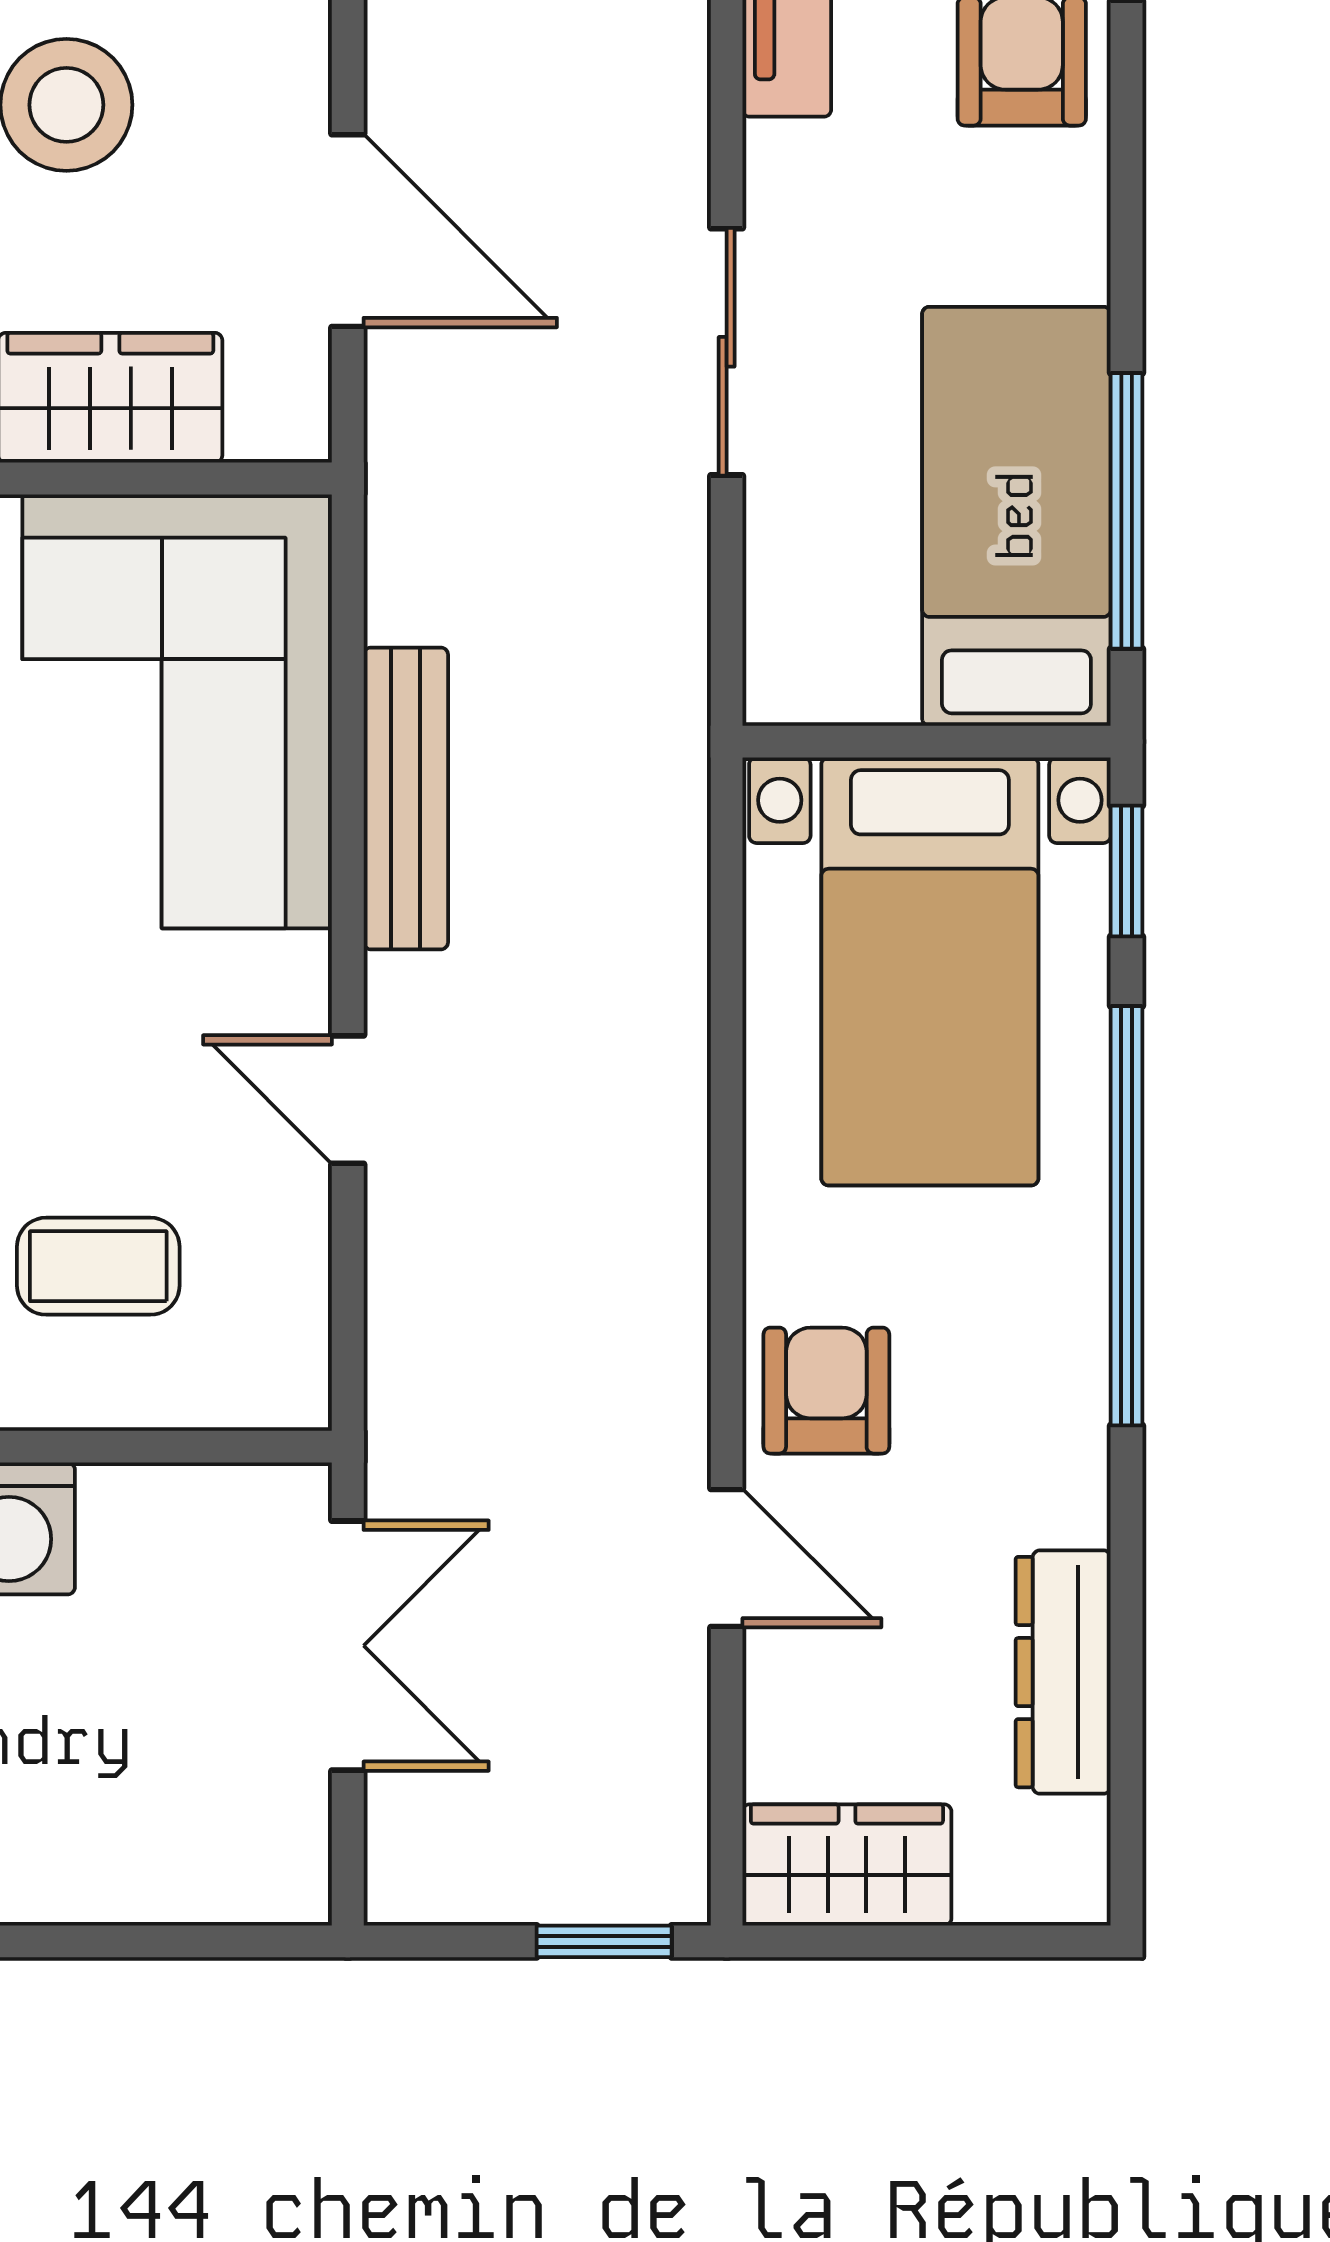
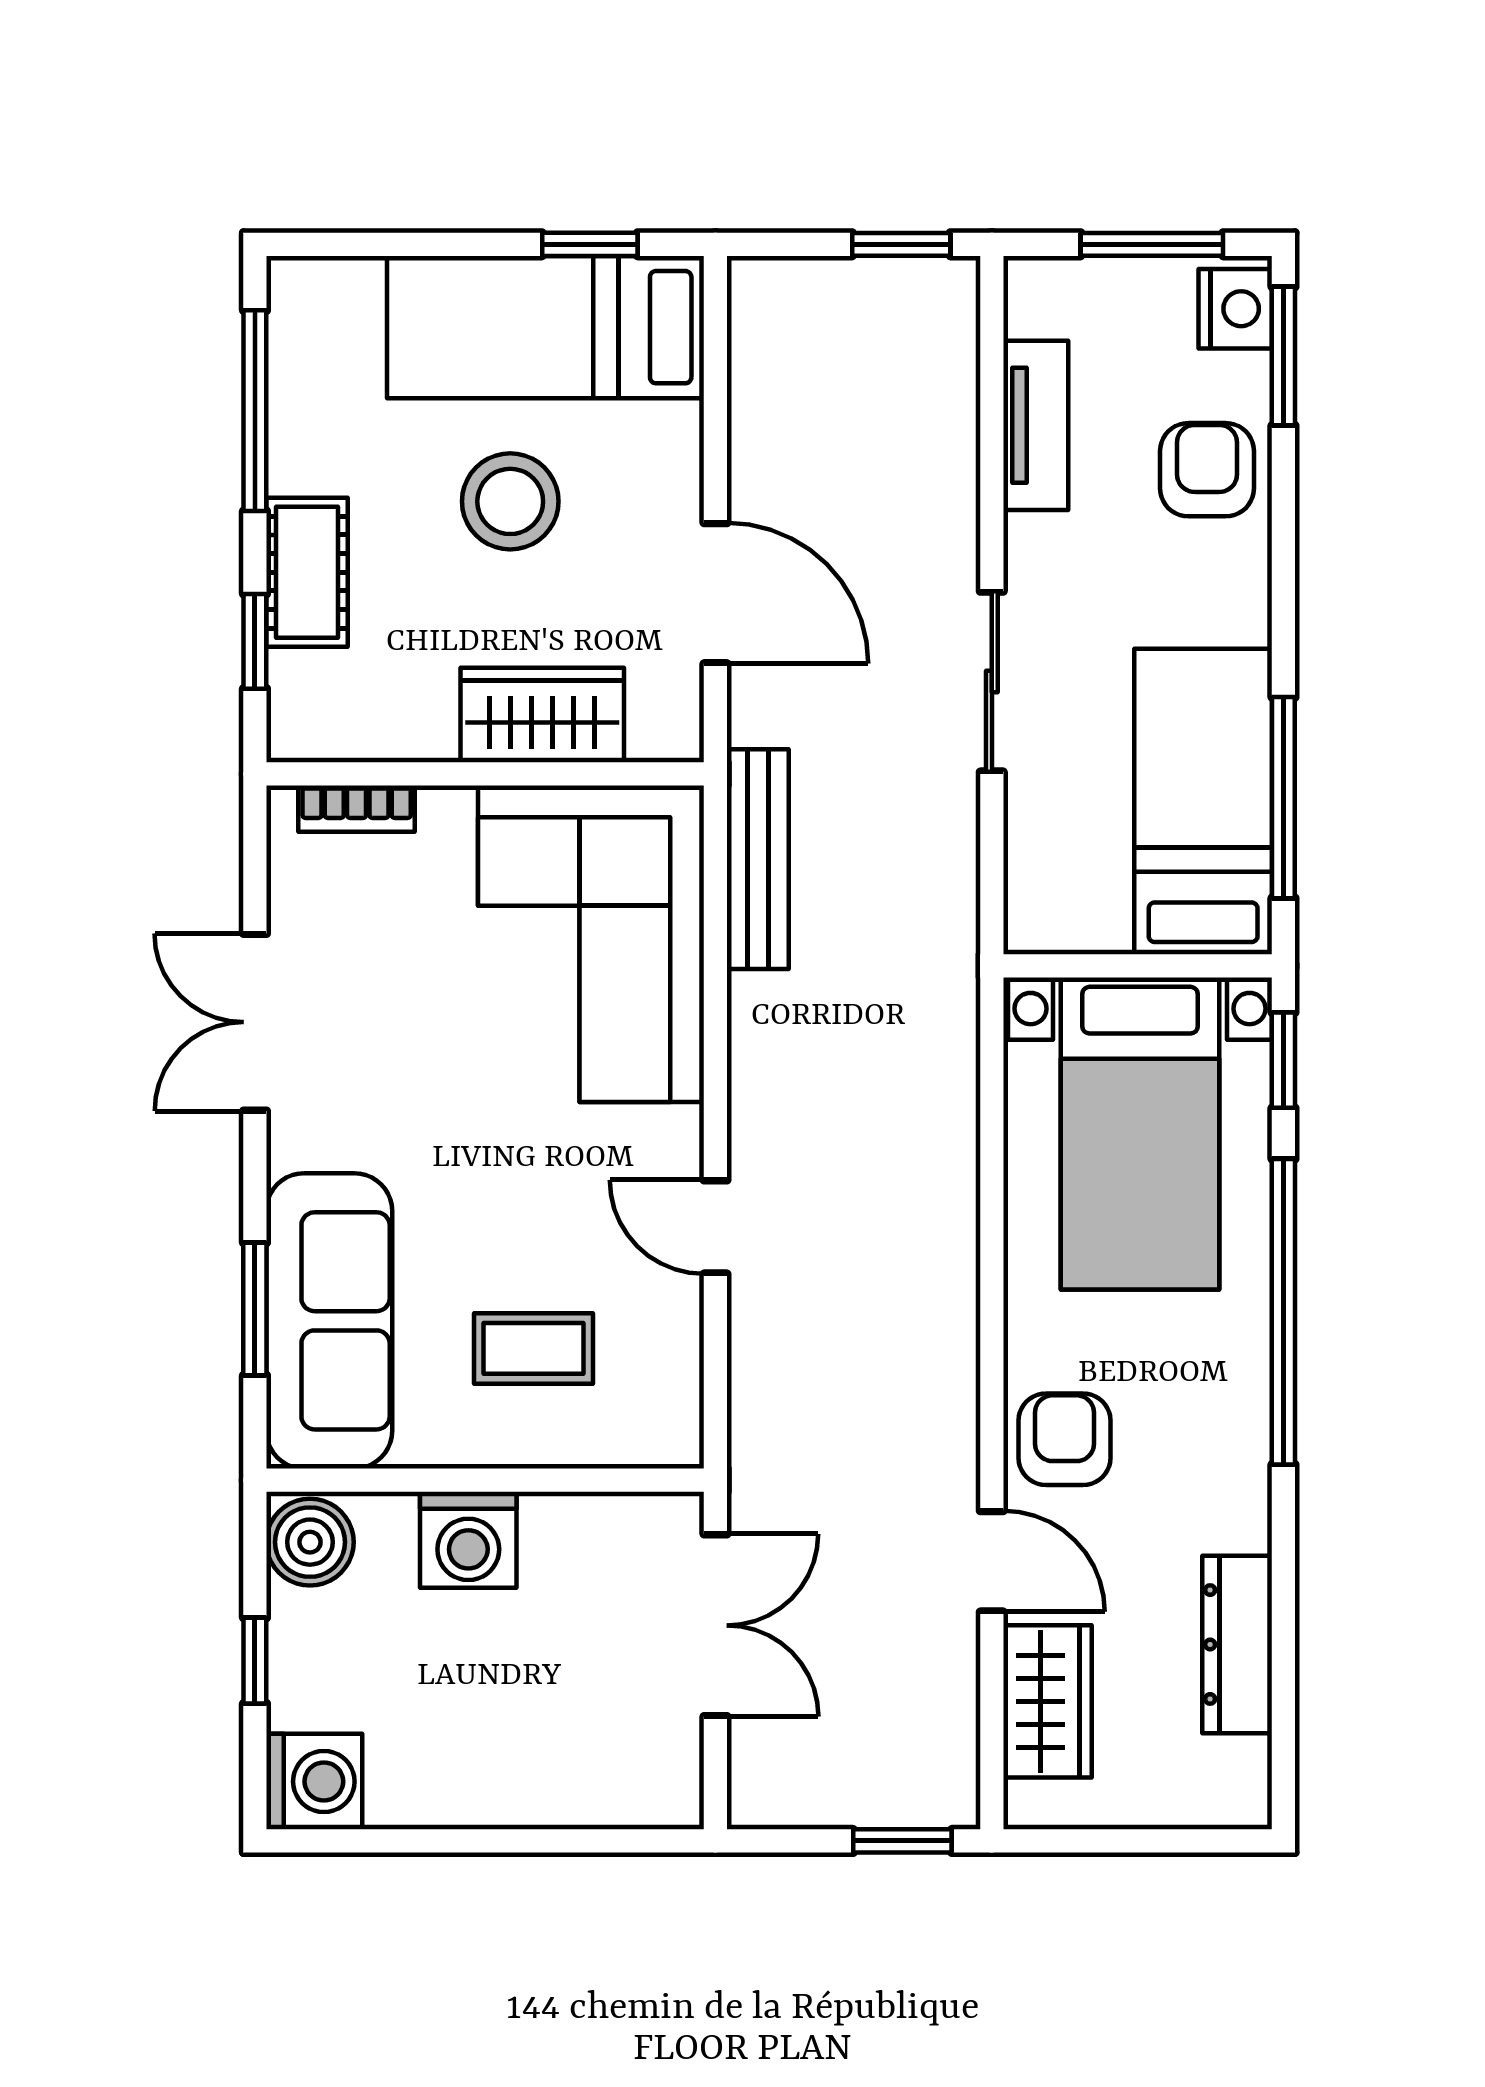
bench: (406, 798) -> (758, 859), moved
wardrobe: (847, 1865) -> (1047, 1701), moved, turned 90

